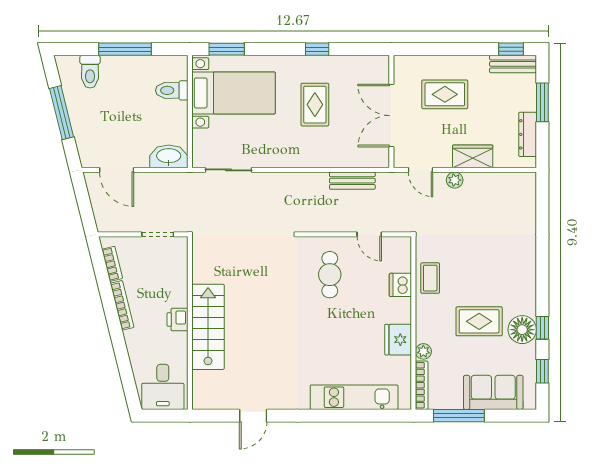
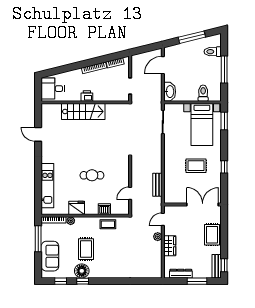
rug: (445, 94) -> (212, 235), moved
double door: (391, 116) -> (203, 204), moved
cafe table: (330, 275) -> (92, 175), moved

